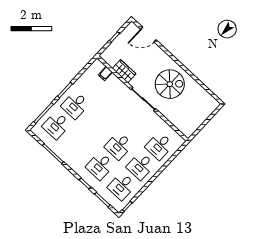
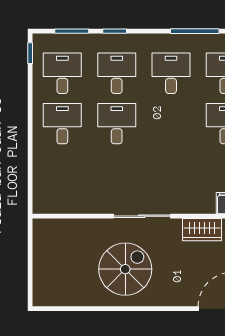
spiral stairs: (170, 84) -> (125, 269), turned 180
desk: (159, 146) -> (171, 73), moved

